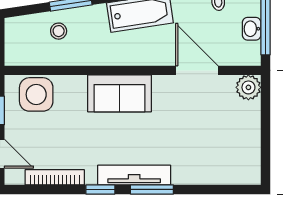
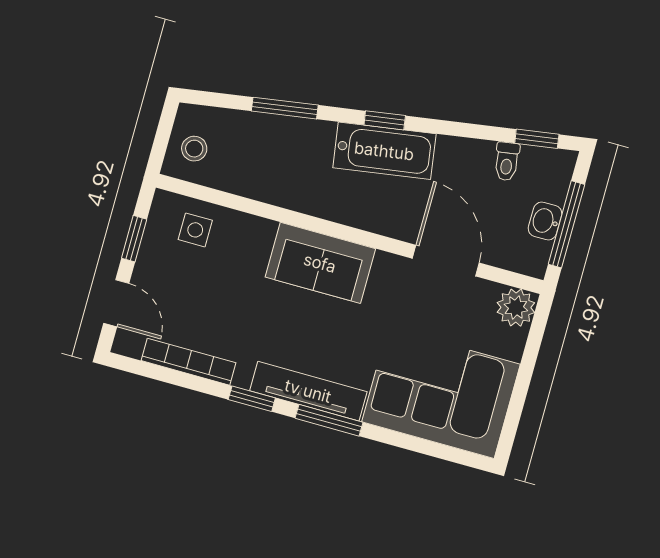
stool: (59, 31) -> (194, 149), moved
side table: (36, 94) -> (195, 230), width x0.54, depth x0.54
corner sofa: (217, 153) -> (441, 393), added

